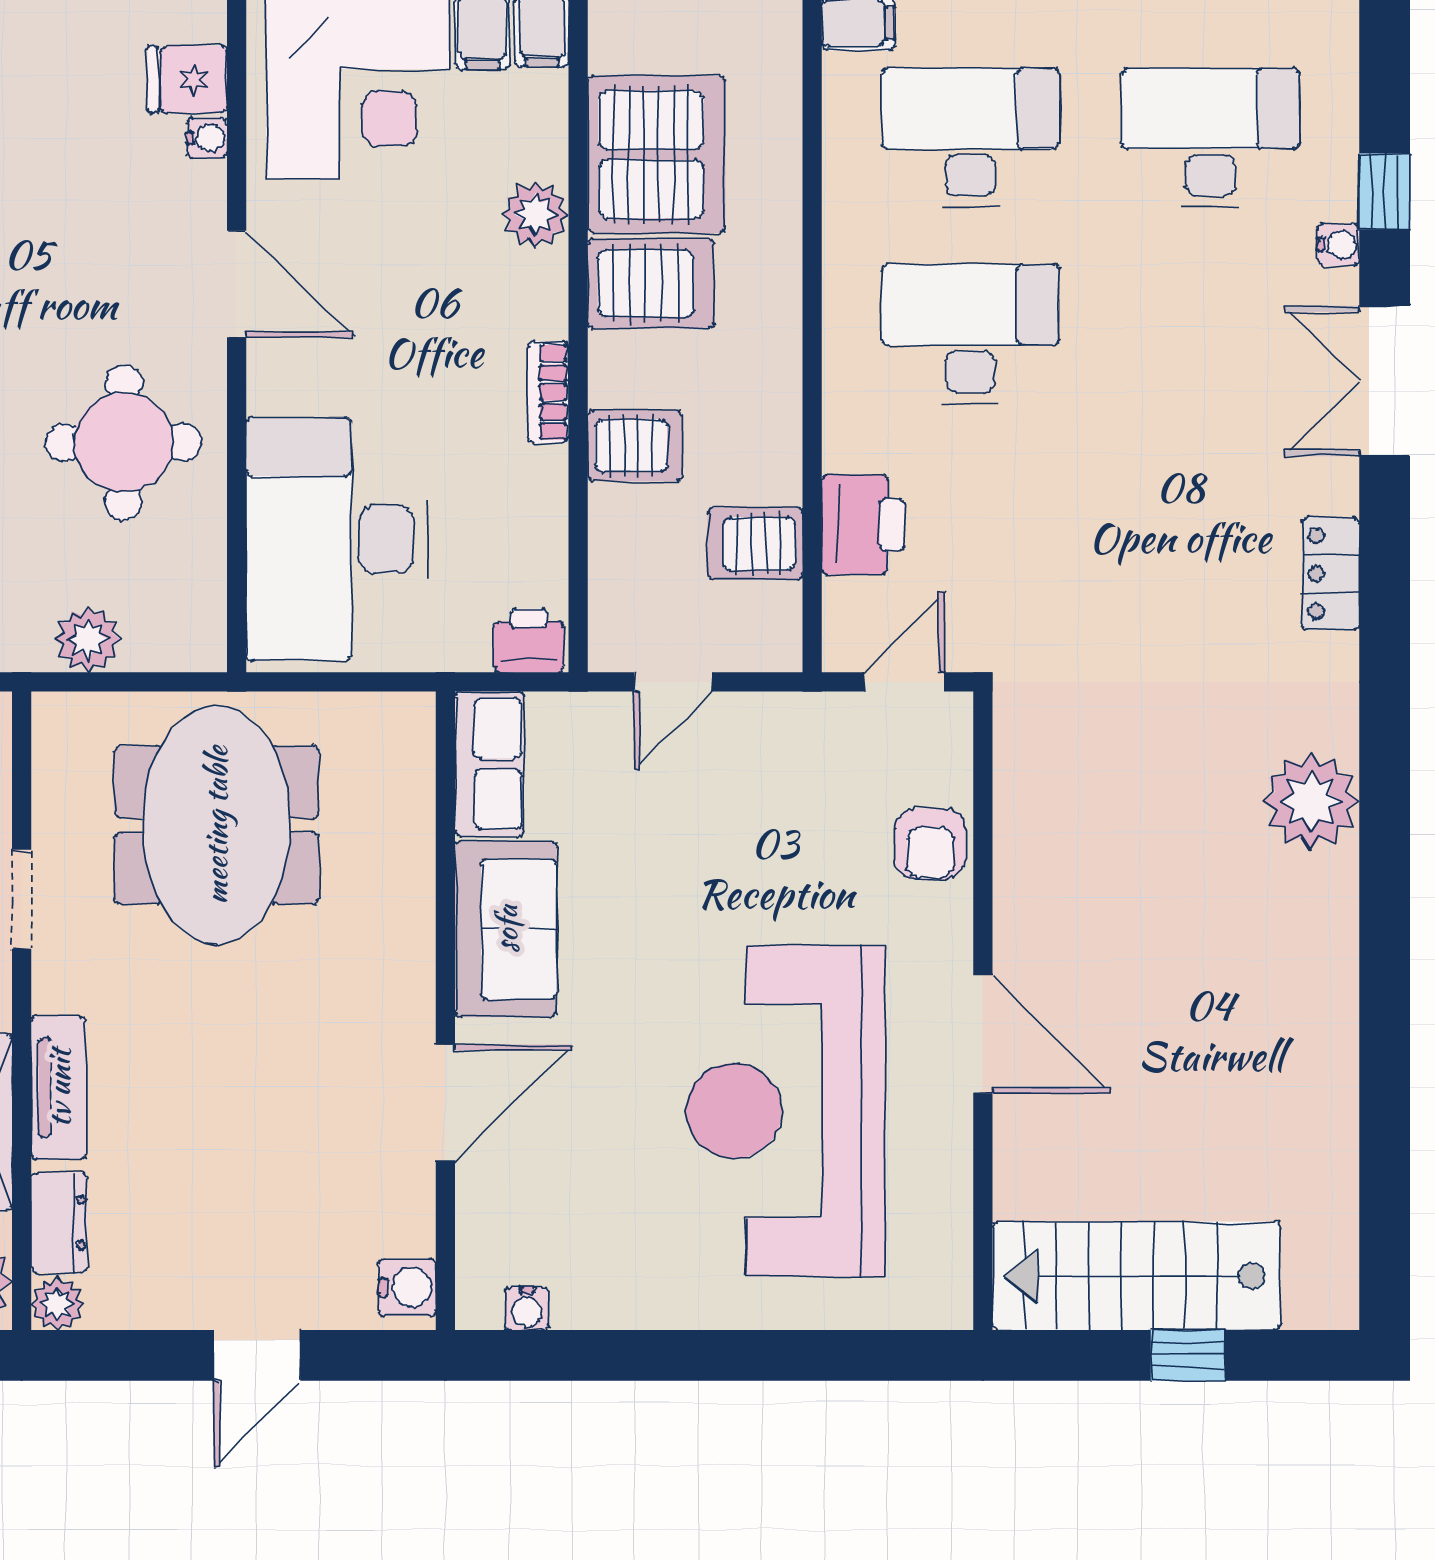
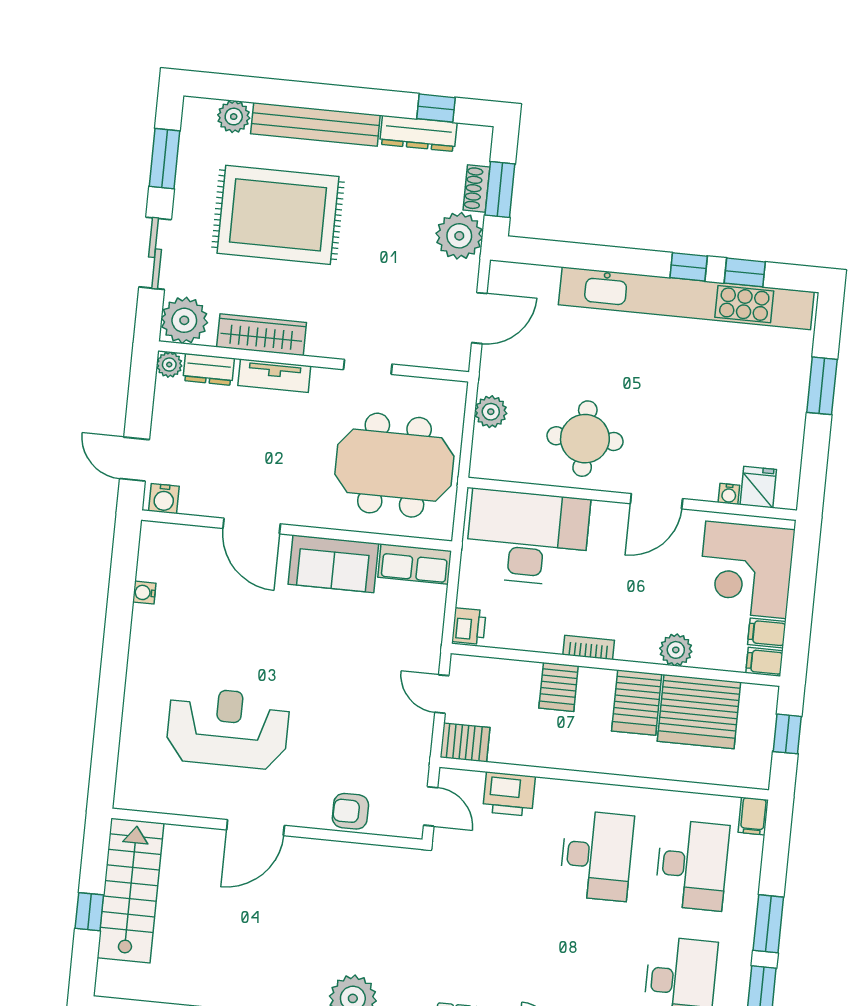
server rack: (755, 544) -> (465, 742), moved, turned 90
row of seats: (489, 764) -> (415, 564), moved
sofa: (506, 929) -> (333, 564), moved
wall: (445, 1011) -> (297, 531), moved
door: (445, 1103) -> (252, 526), moved
reception desk: (786, 1111) -> (228, 728), width x0.74, depth x0.77
water cooler: (407, 1287) -> (164, 499), moved

